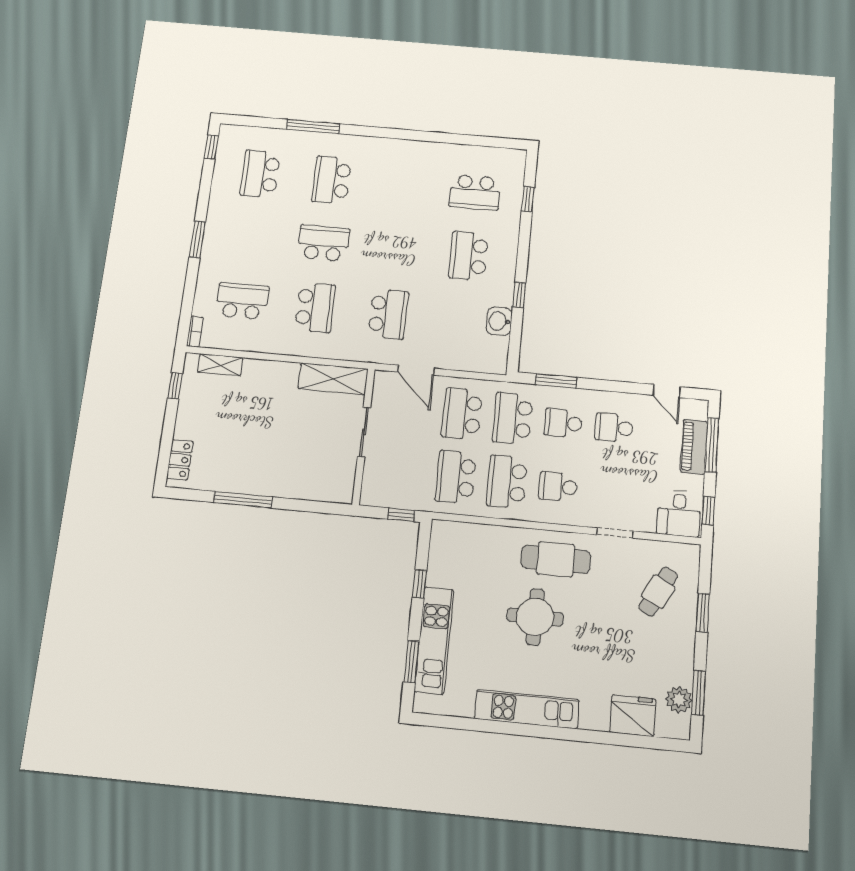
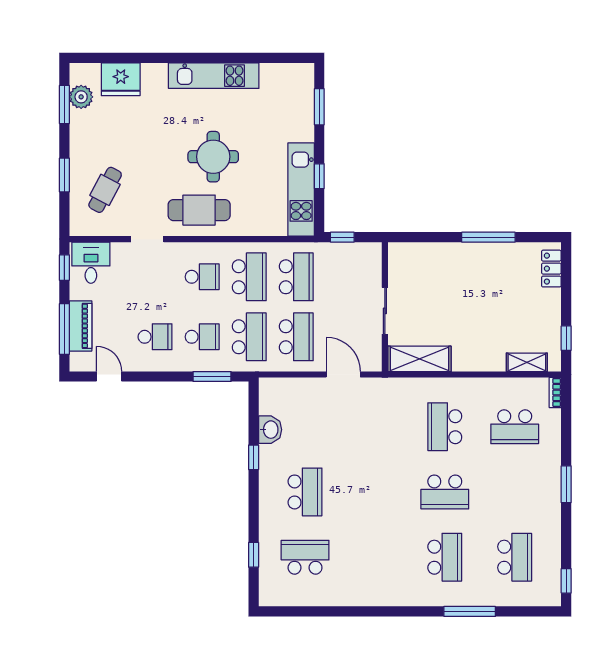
school desk: (388, 314) -> (375, 427), removed
kitchen unit: (434, 640) -> (301, 189), moved

